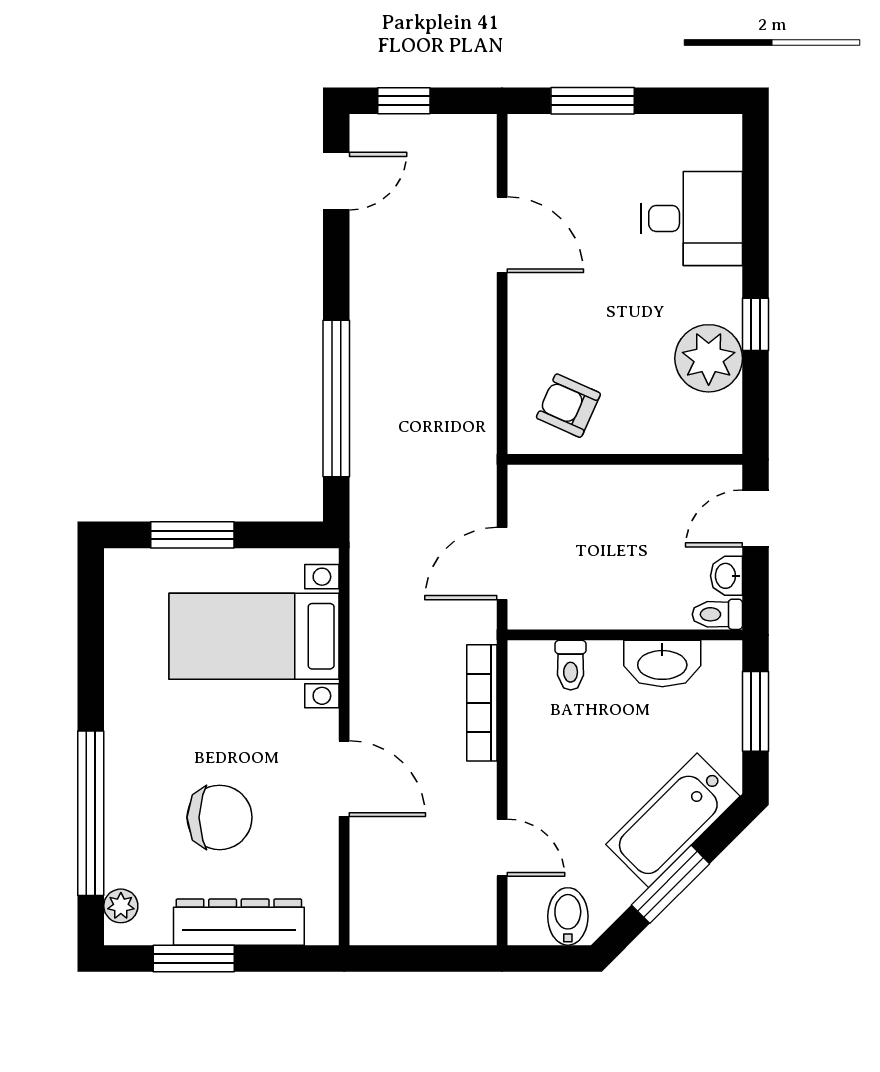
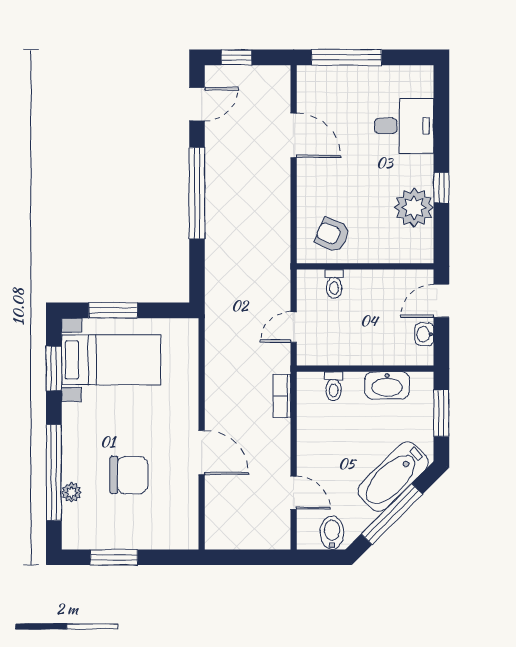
window: (593, 101) -> (346, 57), width x1.44
window: (336, 399) -> (197, 193), moved
door: (502, 564) -> (294, 327), width x0.73
toilet: (717, 614) -> (334, 284), moved, turned -90
window: (91, 634) -> (54, 368), added
bed with nightstands: (254, 636) -> (111, 360), moved, turned 180
bookcase: (482, 703) -> (282, 396), width x0.64
window: (670, 884) -> (392, 514), width x1.44
plant: (121, 906) -> (71, 492), moved
dresser: (239, 922) -> (140, 536), removed

